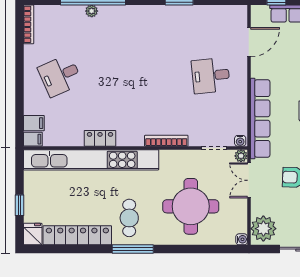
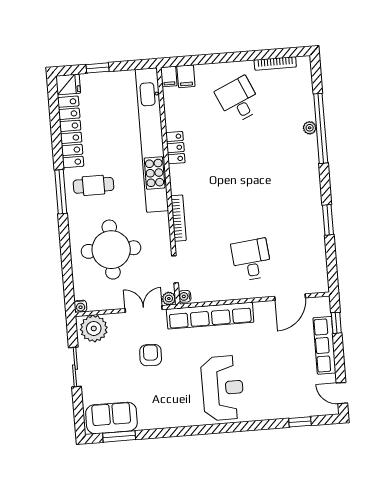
bookcase: (29, 24) -> (275, 63), moved
door: (249, 42) -> (290, 297), hinge flipped

